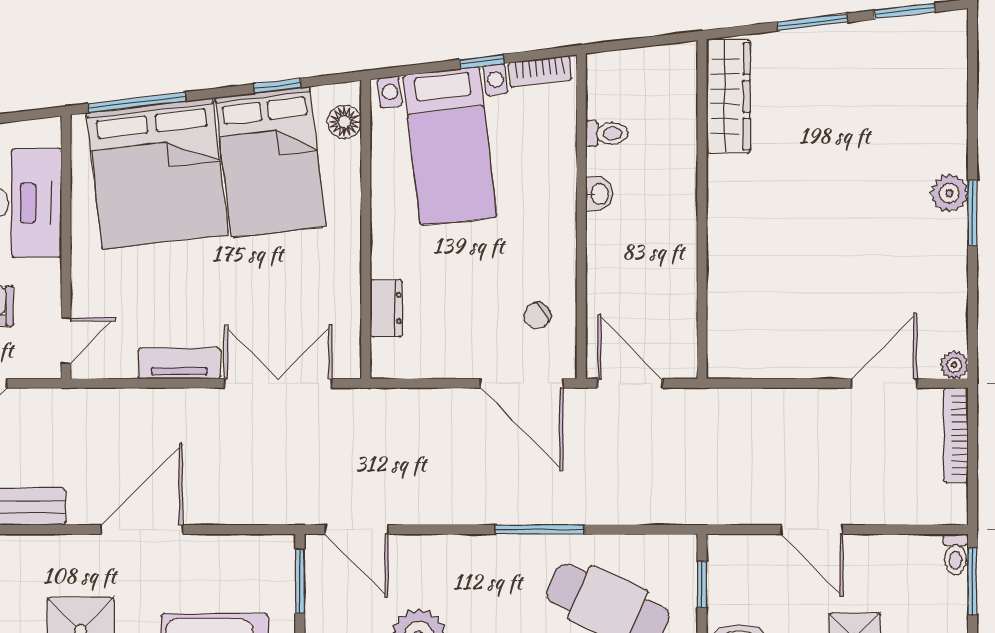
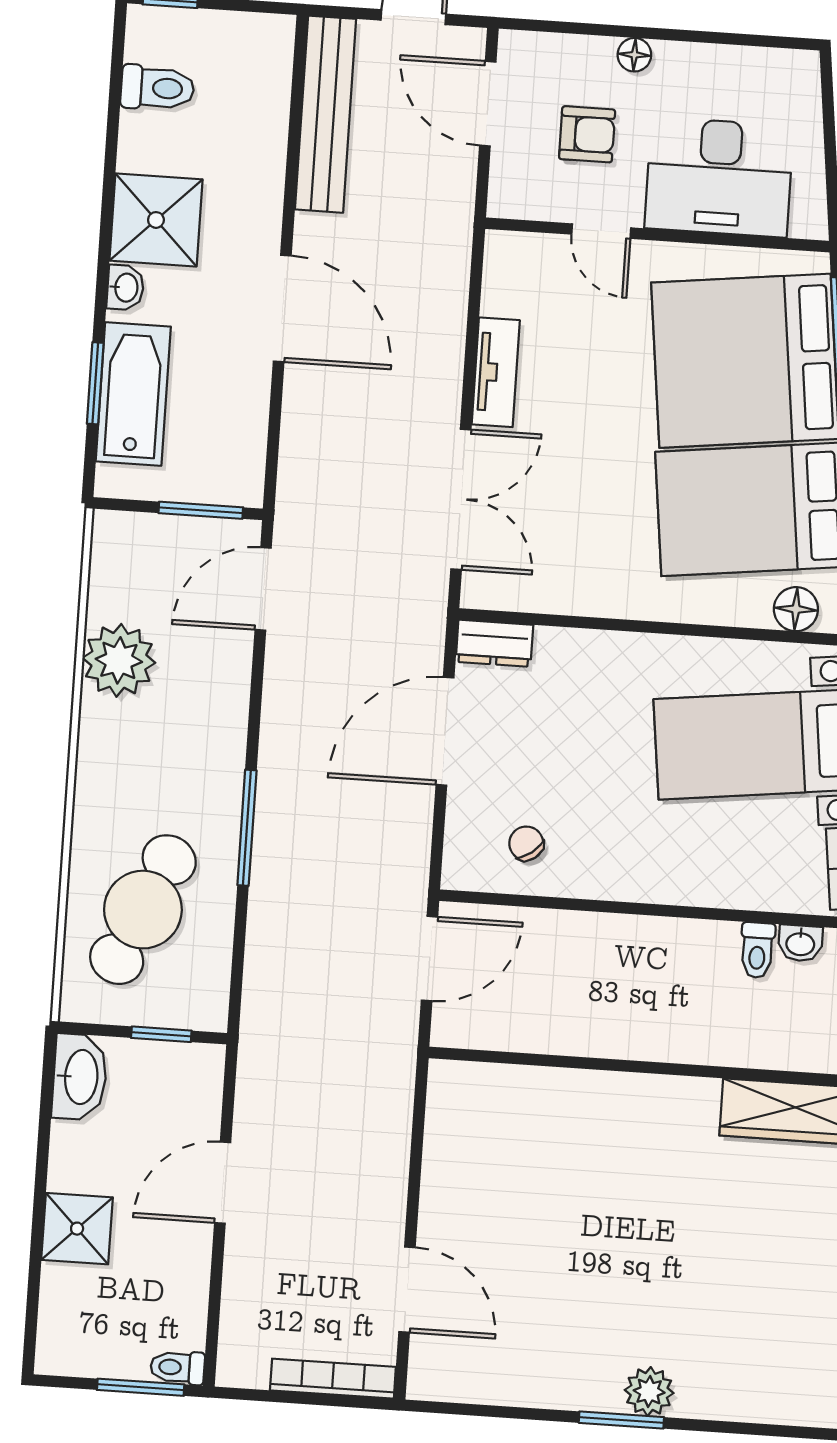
washbasin: (599, 194) -> (800, 943), moved
dresser: (386, 308) -> (494, 643), moved
door: (66, 340) -> (601, 231), moved
plant: (954, 365) -> (425, 1383), removed
door: (521, 383) -> (445, 731), moved

